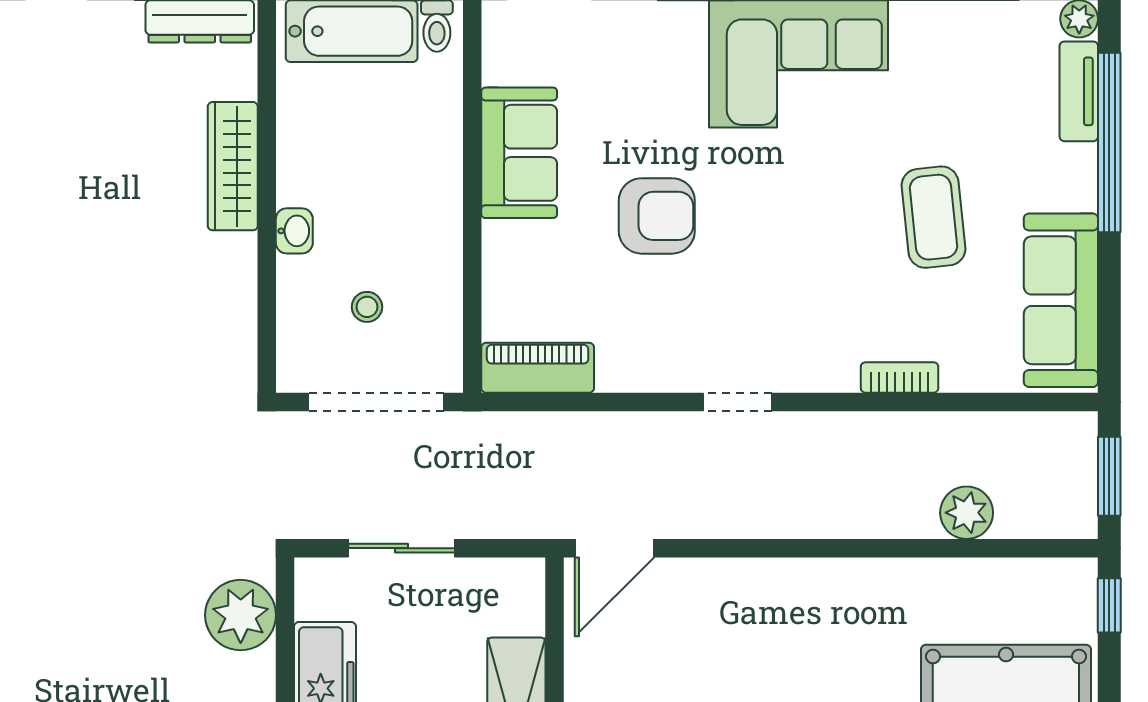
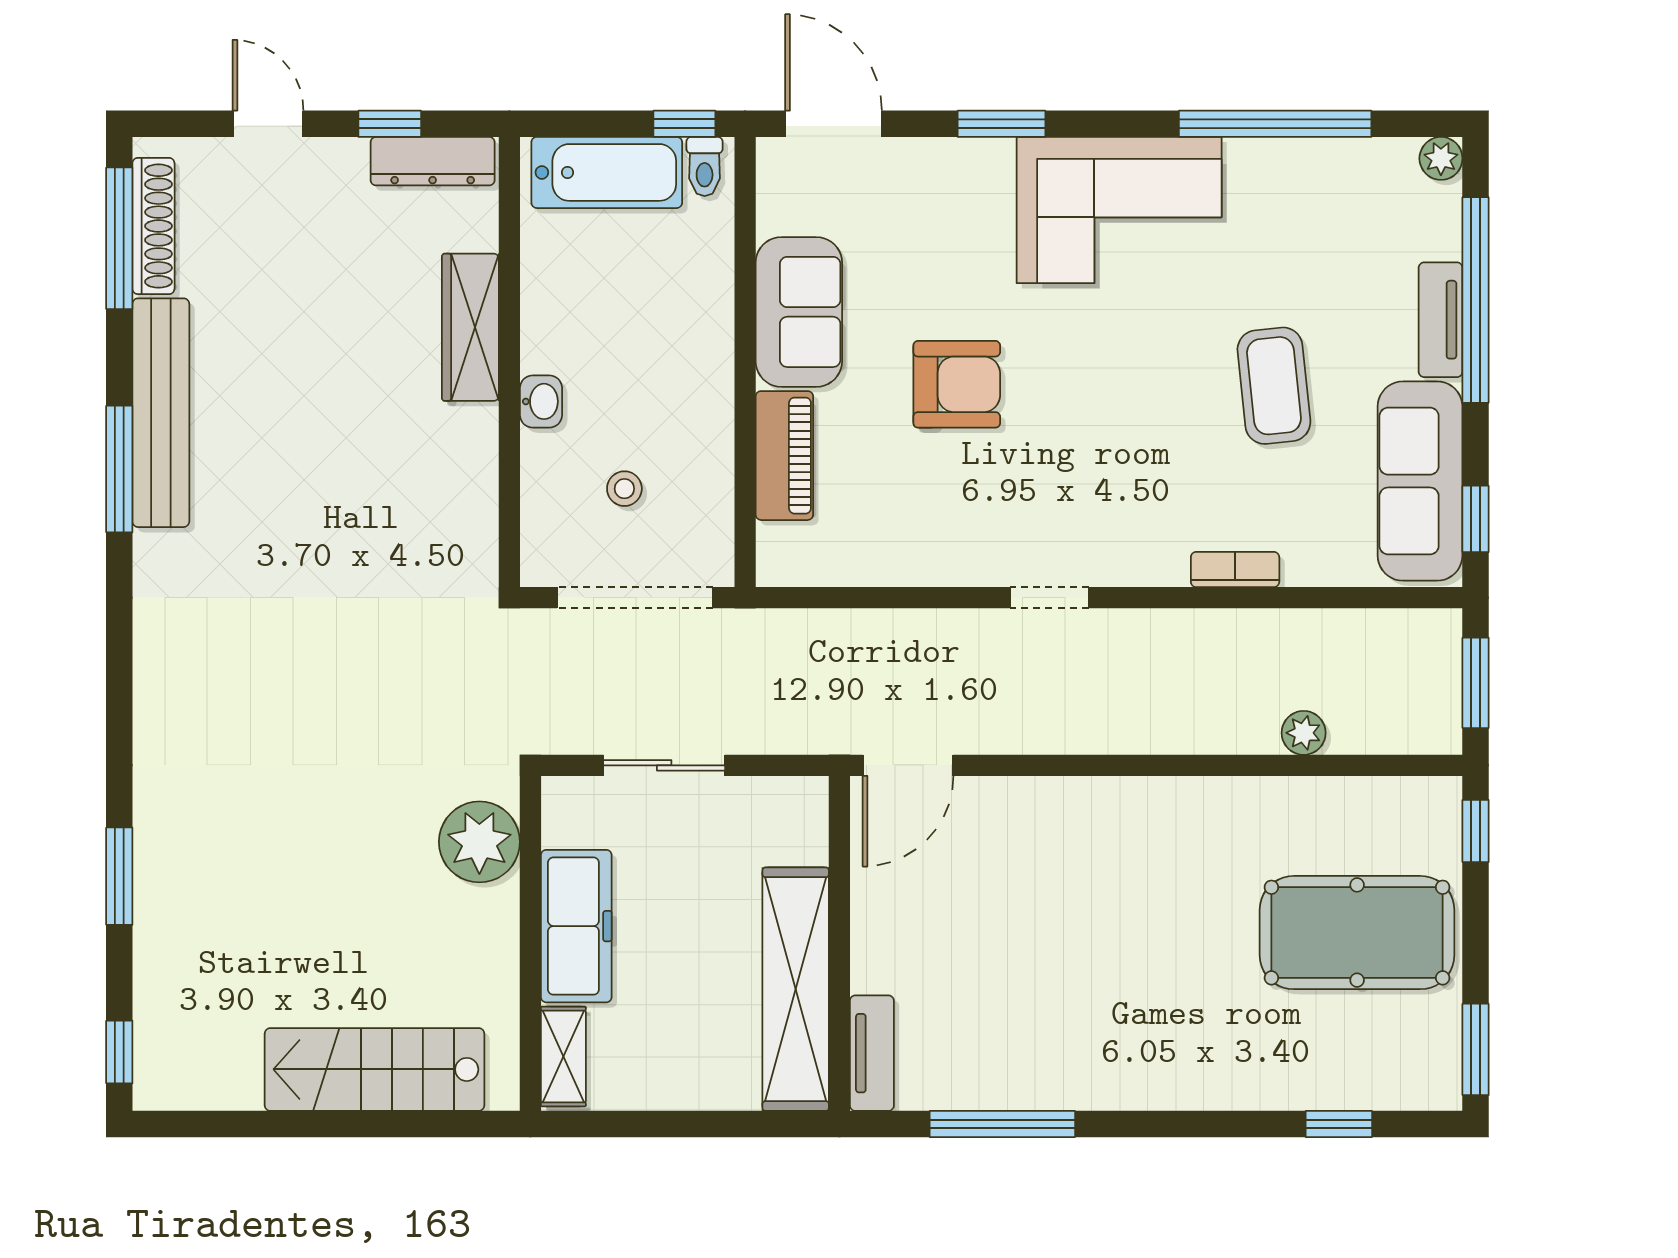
tv unit: (1079, 91) -> (1441, 320), moved
window: (1109, 333) -> (1476, 519), added
piano: (538, 368) -> (784, 456), moved, turned 90
plant: (967, 513) -> (1304, 733), width x0.73, depth x0.73

